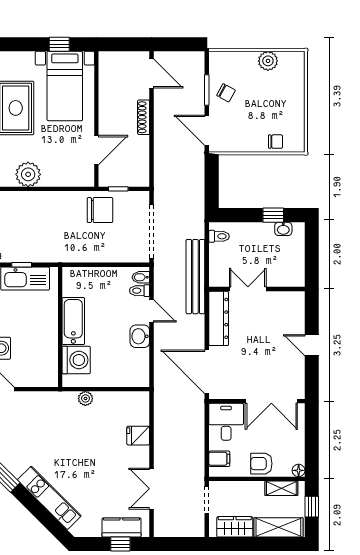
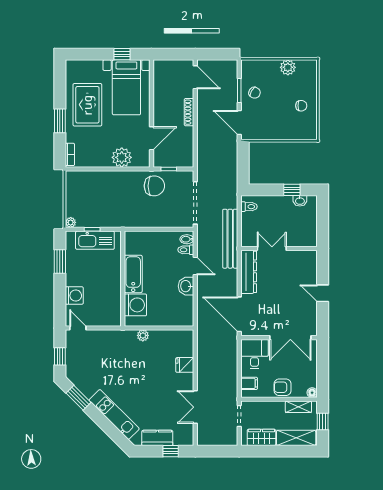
chair: (276, 142) -> (301, 106), moved
plant: (28, 174) -> (122, 157), moved
kitchen counter: (121, 527) -> (157, 438), moved

